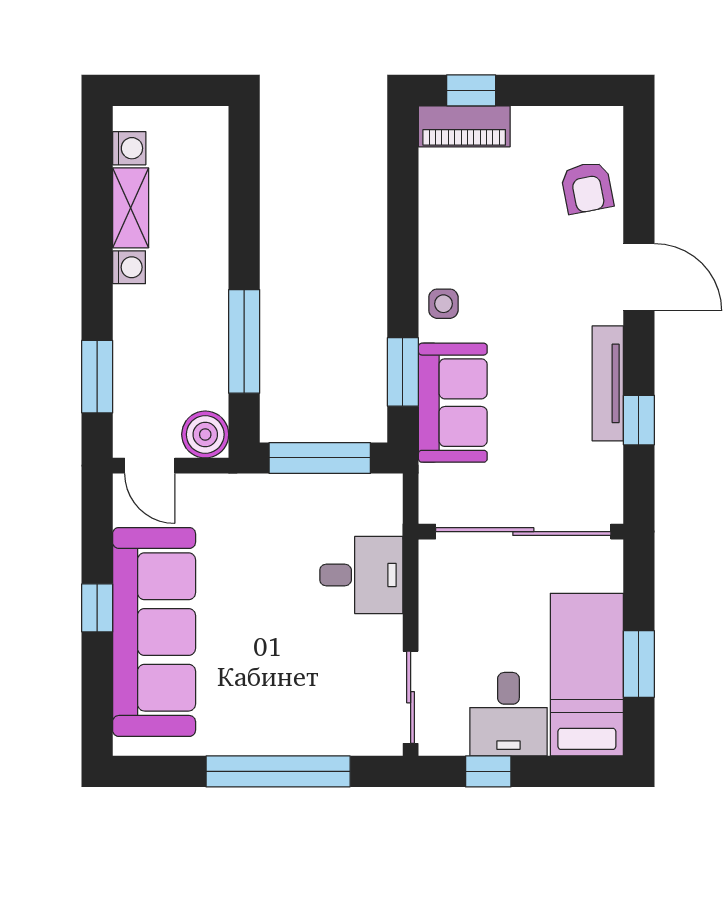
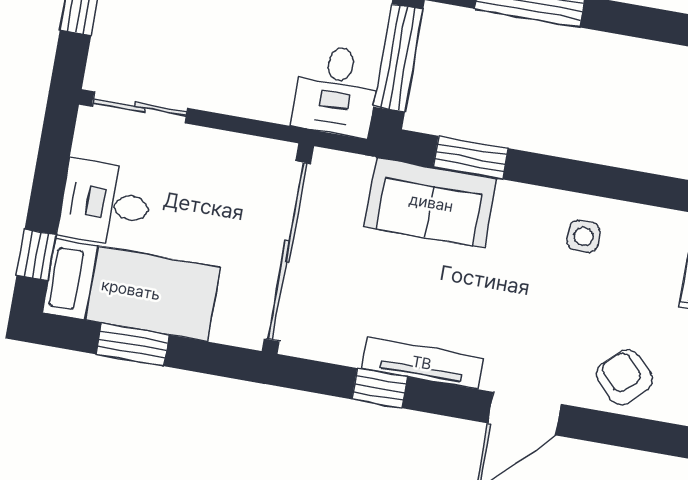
armchair: (587, 188) -> (624, 377), turned 58
side table: (443, 304) -> (584, 236), moved
desk: (361, 575) -> (336, 91), moved
window: (488, 771) -> (36, 255), moved

